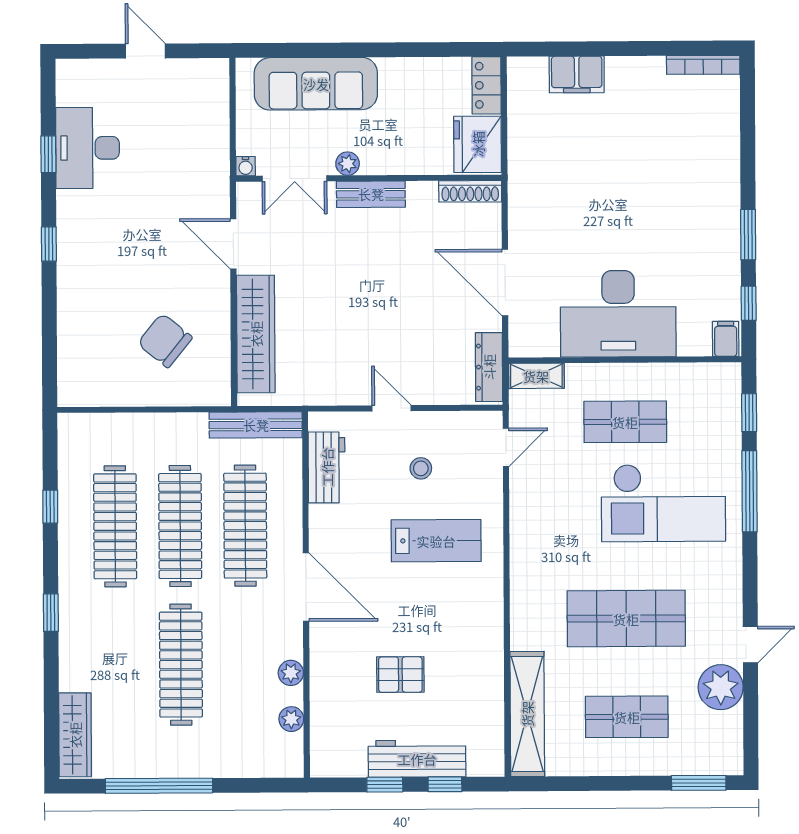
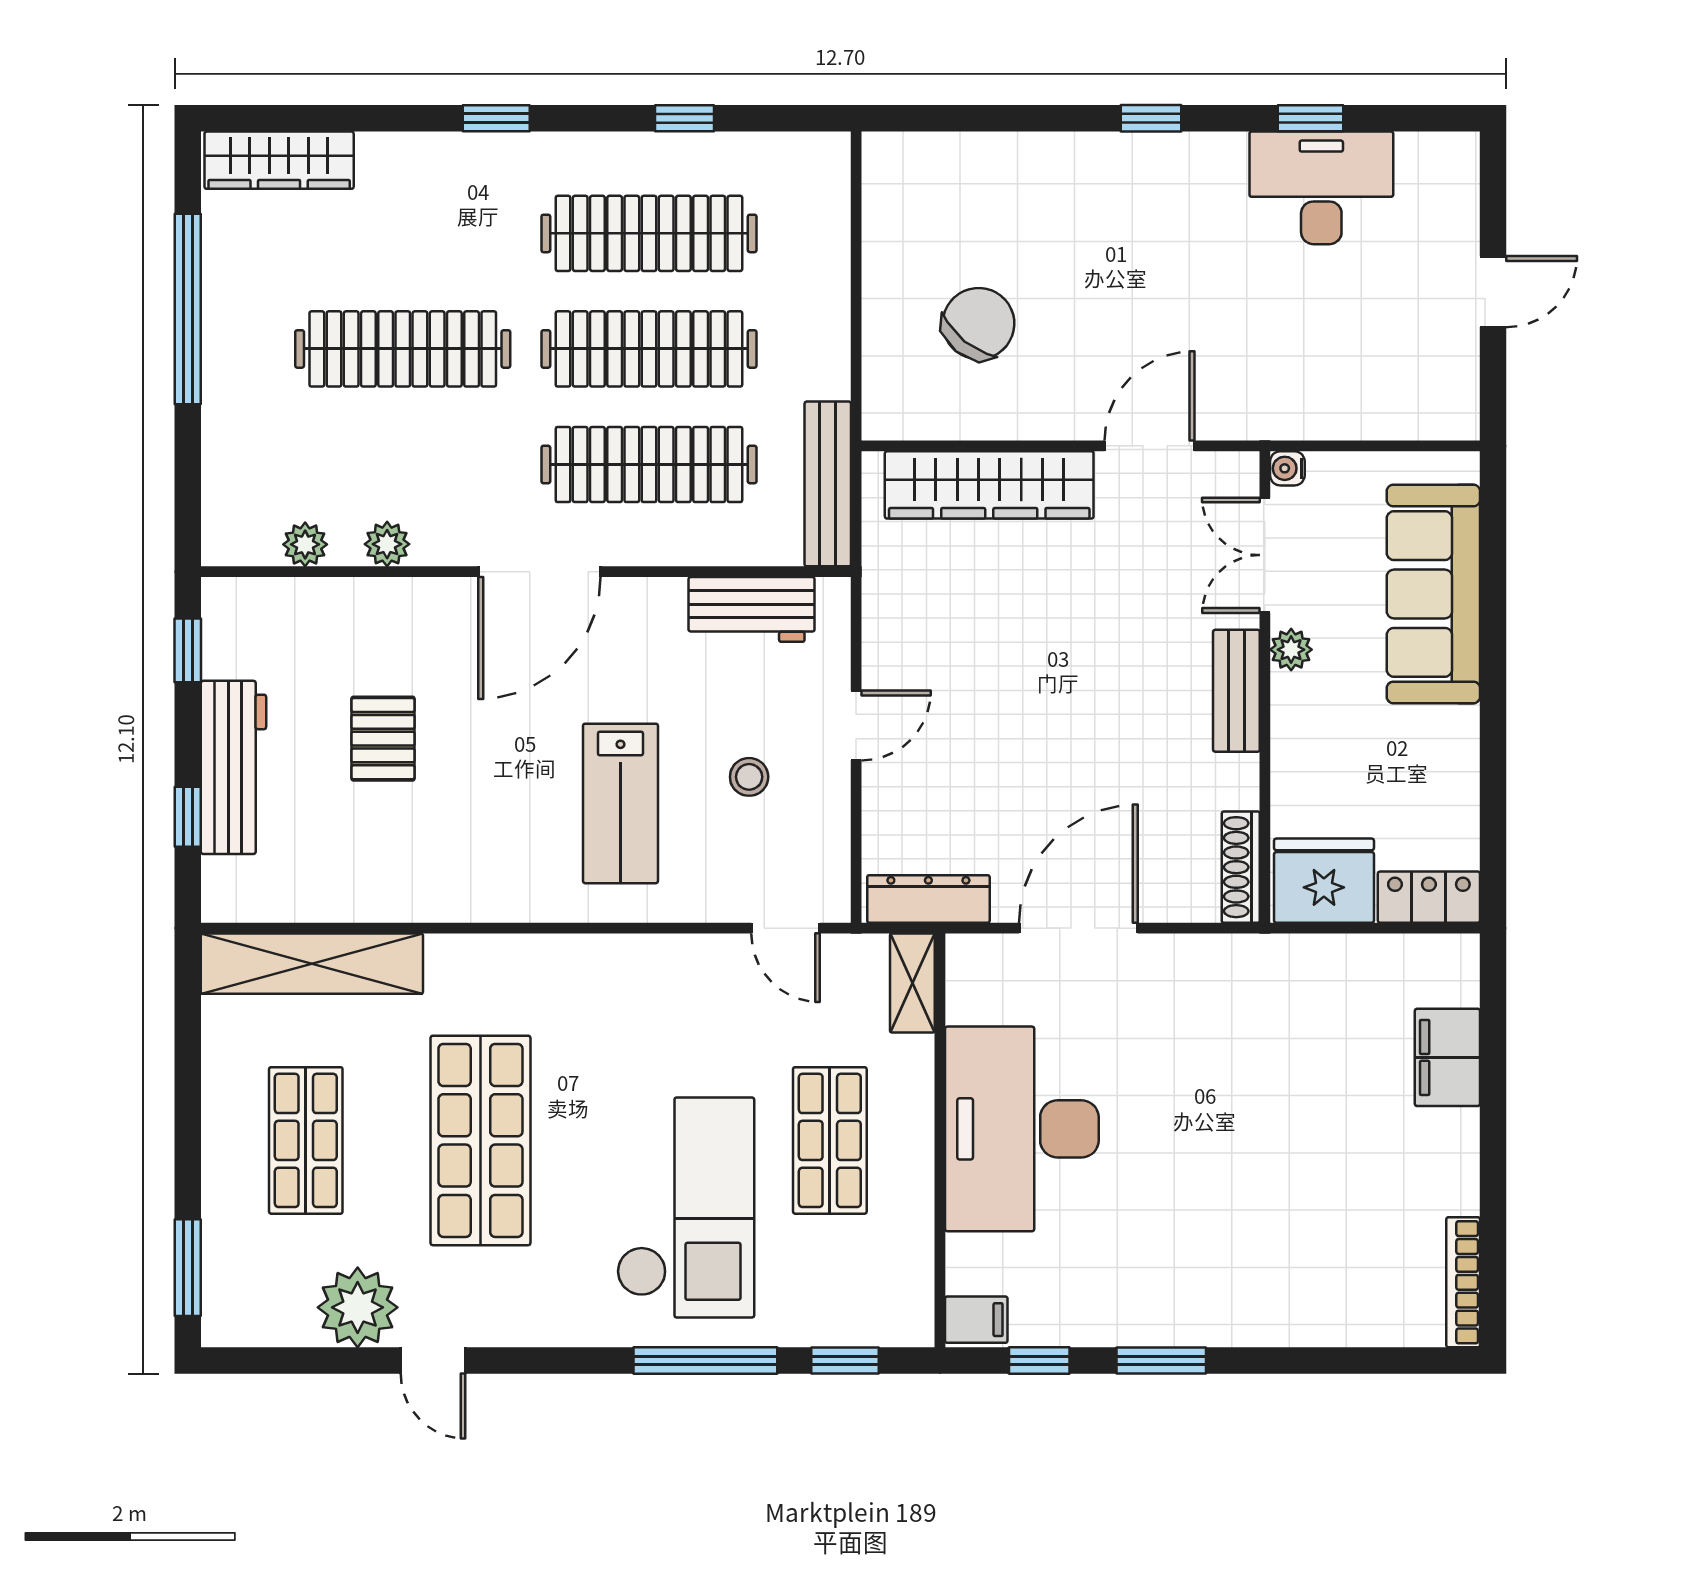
checkout: (663, 503) -> (686, 1207), turned 180
window: (385, 785) -> (188, 650), moved

